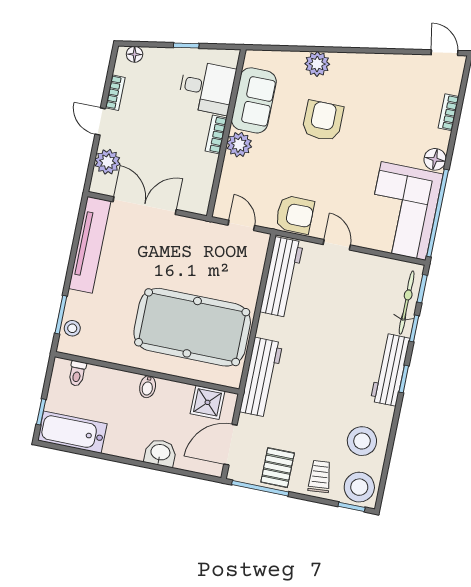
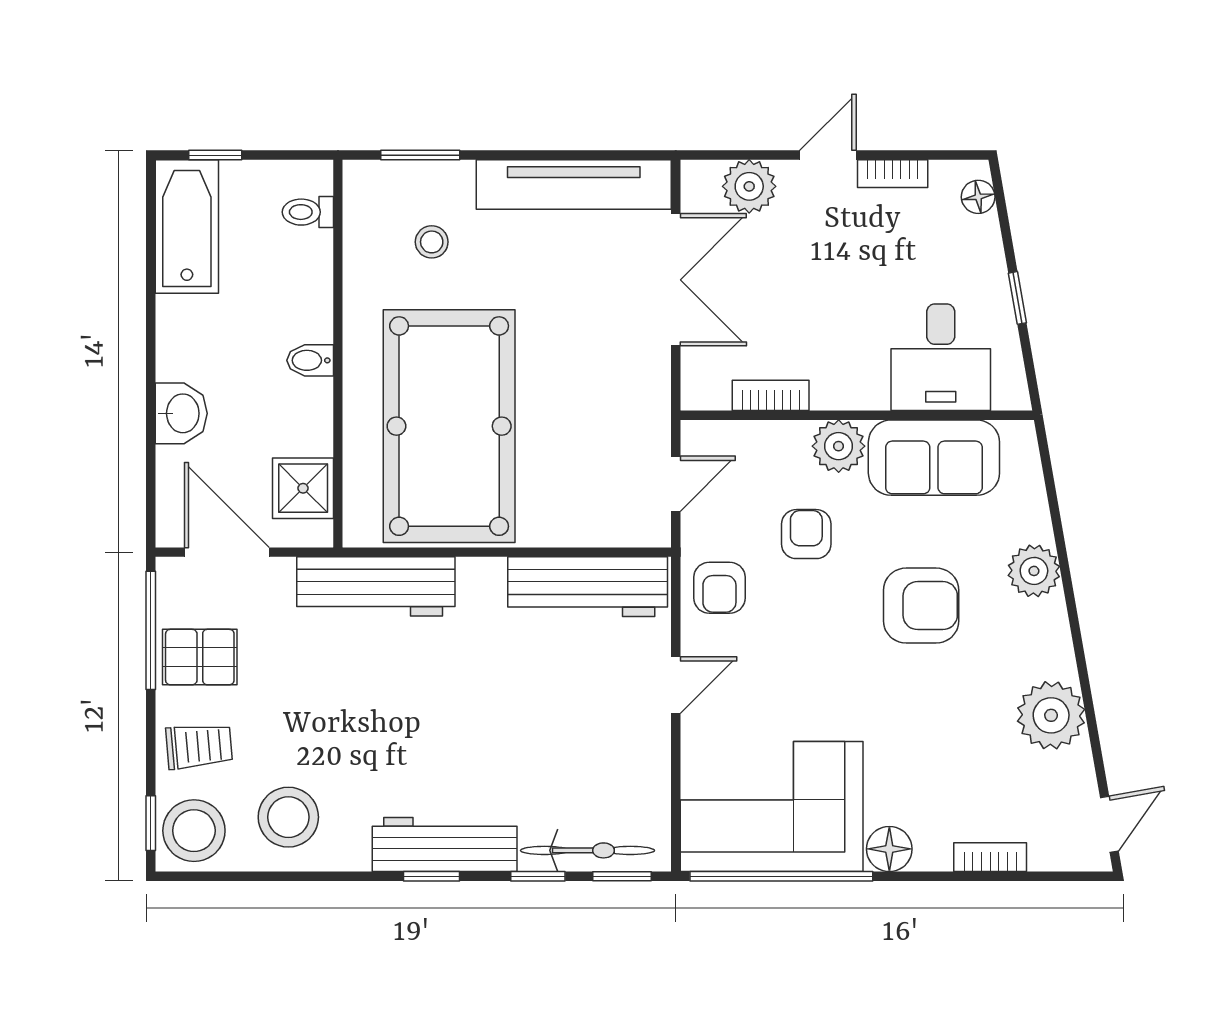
plant: (387, 70) -> (1051, 715), added
bookcase: (216, 135) -> (771, 395), moved
armchair: (278, 168) -> (806, 534), added
armchair: (295, 215) -> (719, 588), width x0.72, depth x0.72
stool: (72, 328) -> (432, 242), moved

